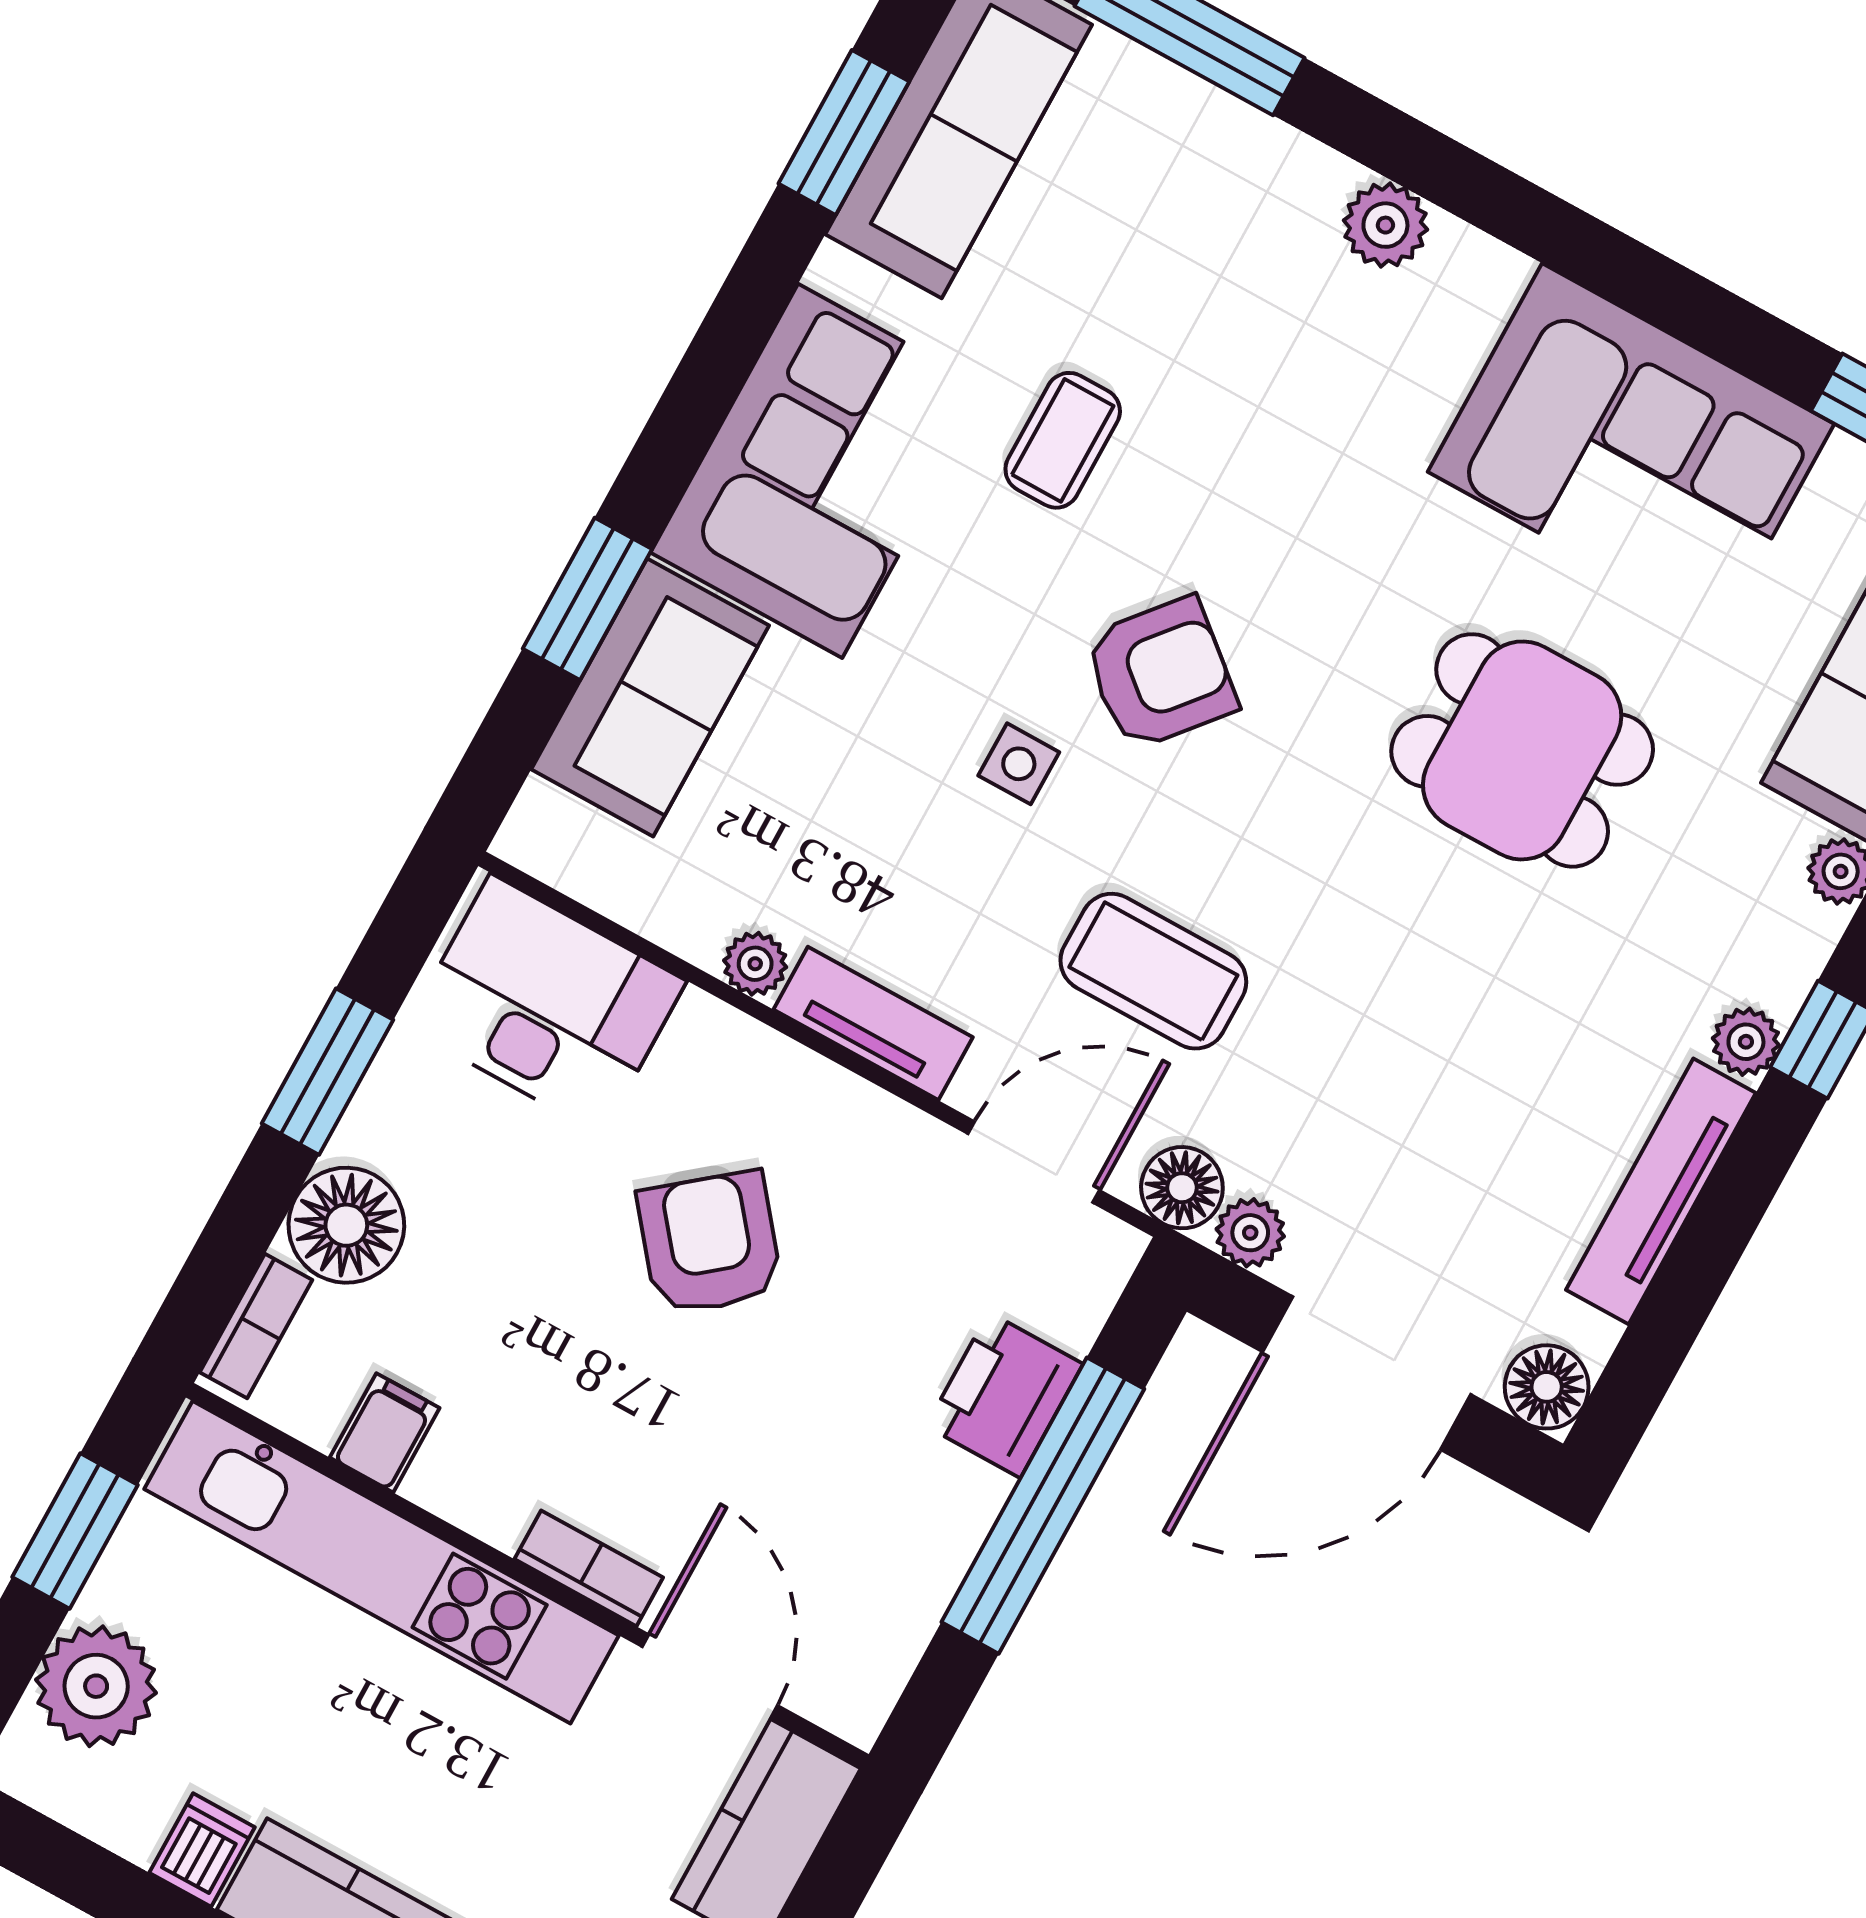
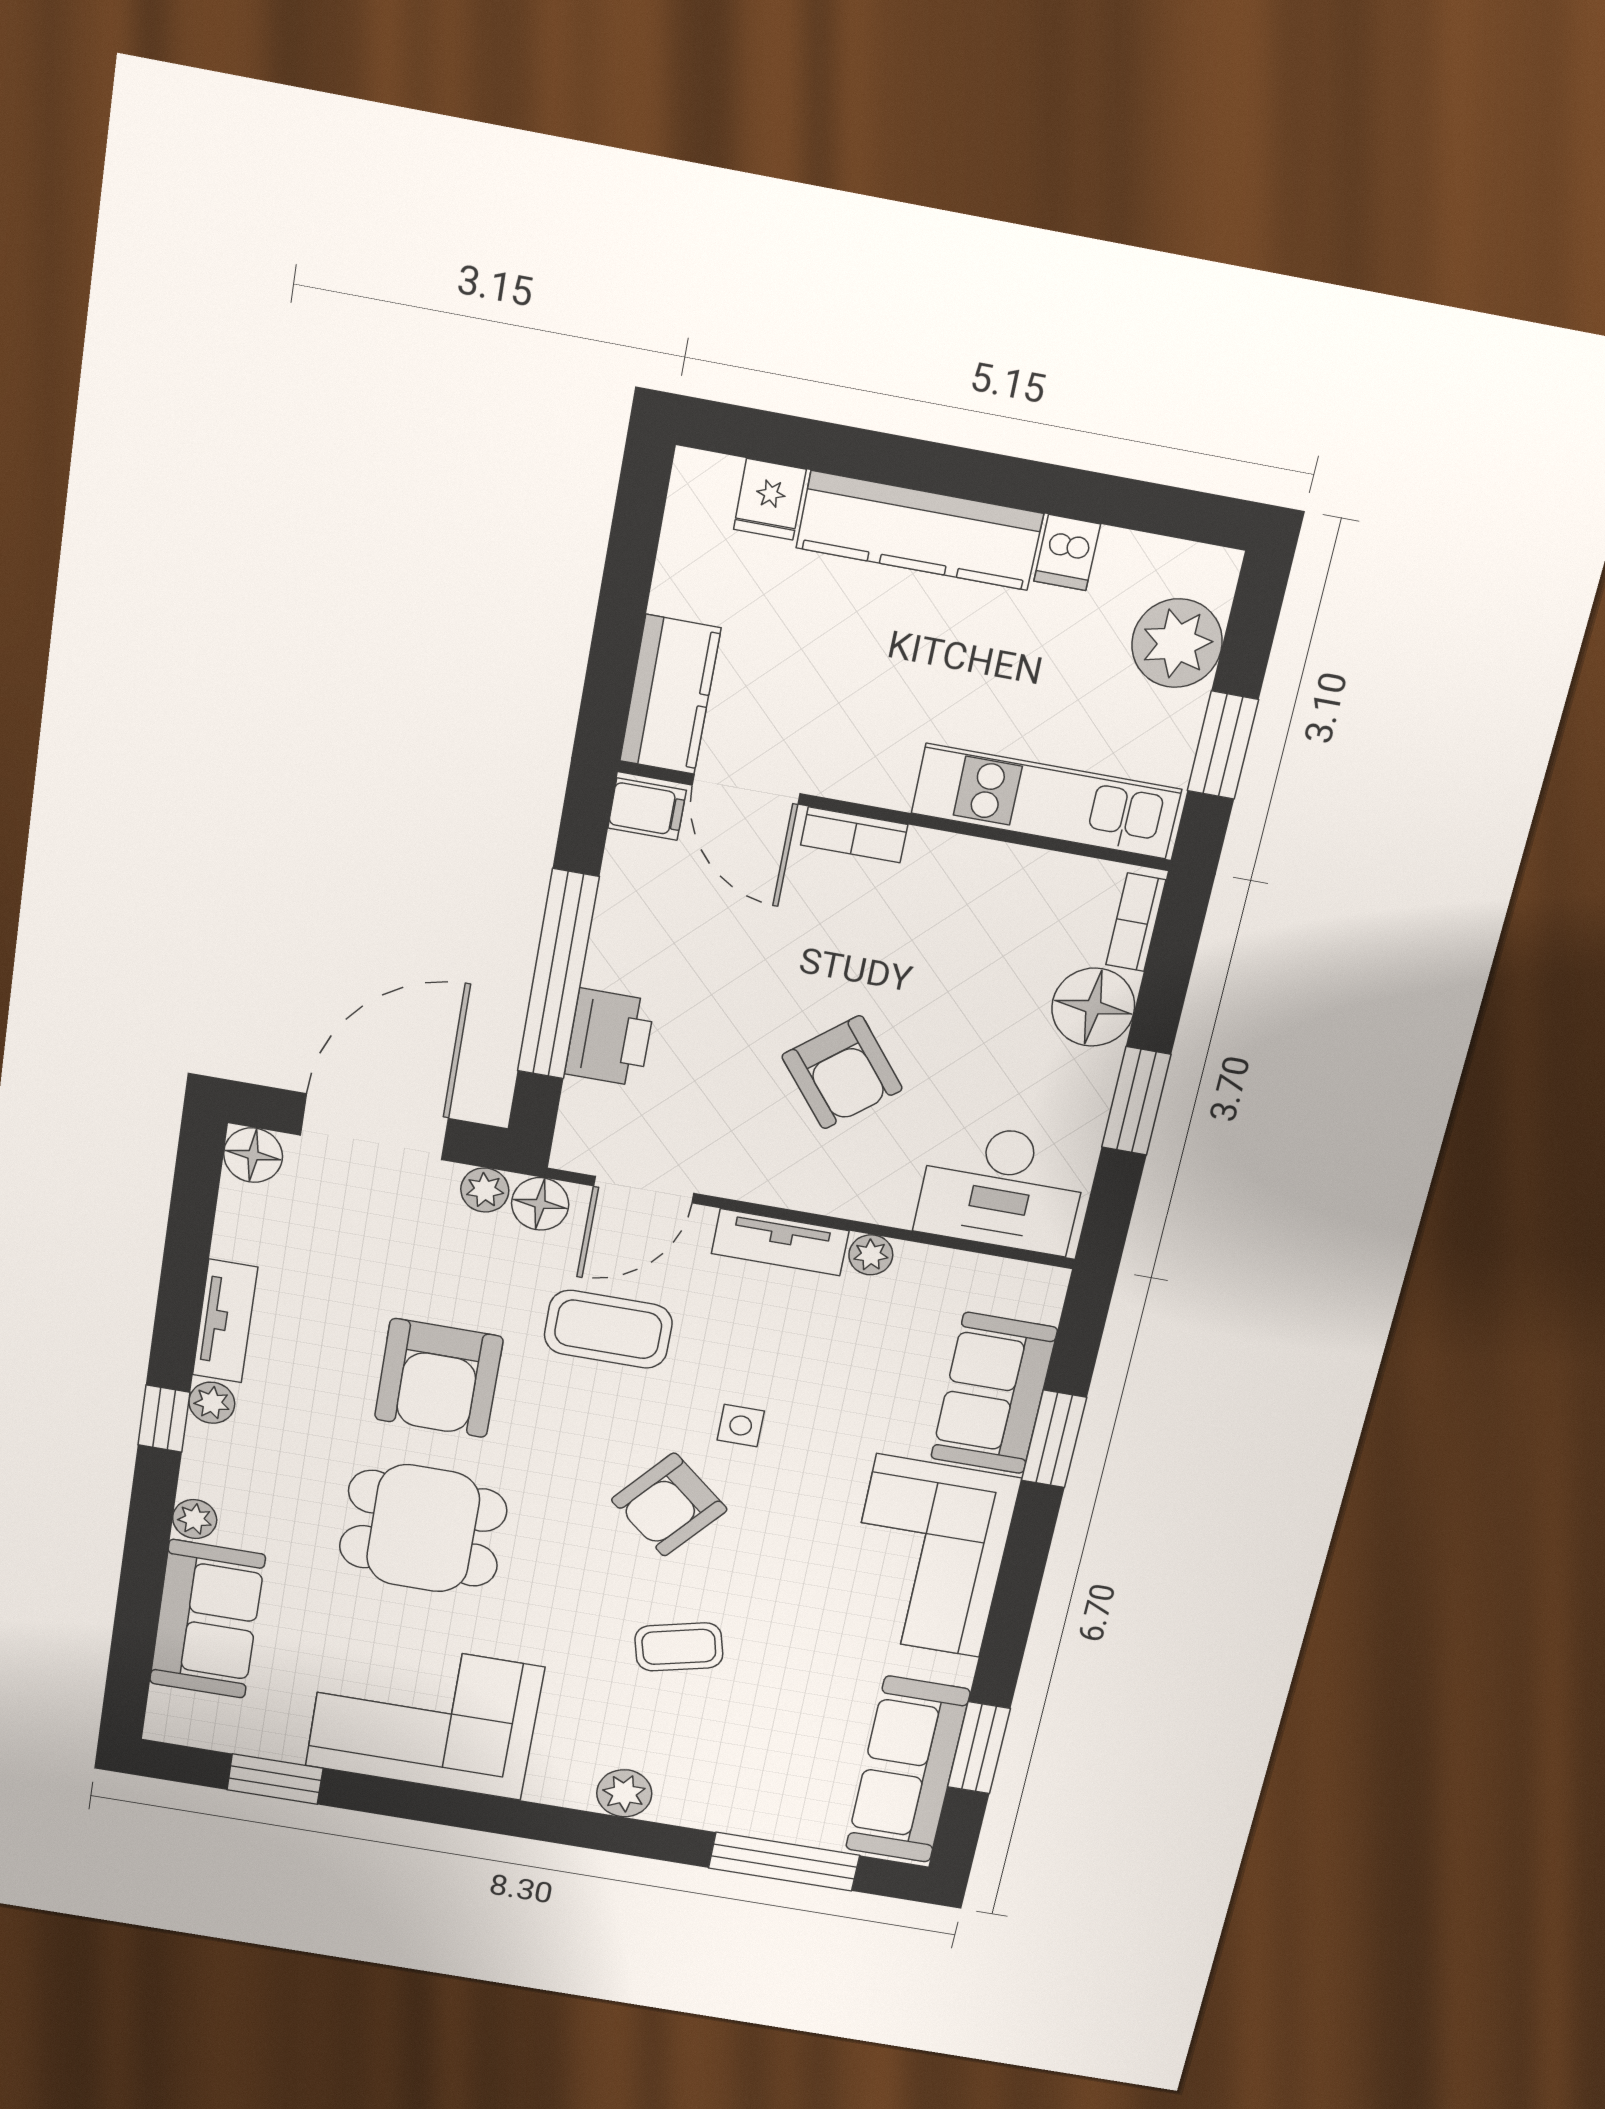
coffee table: (1063, 440) -> (679, 1647), moved, turned 76
armchair: (1415, 975) -> (439, 1378), added
tv unit: (1661, 1191) -> (225, 1321), width x0.71
filing cabinet: (385, 1433) -> (647, 809), moved, turned -90
kitchen unit: (382, 1562) -> (1046, 801), width x0.73

